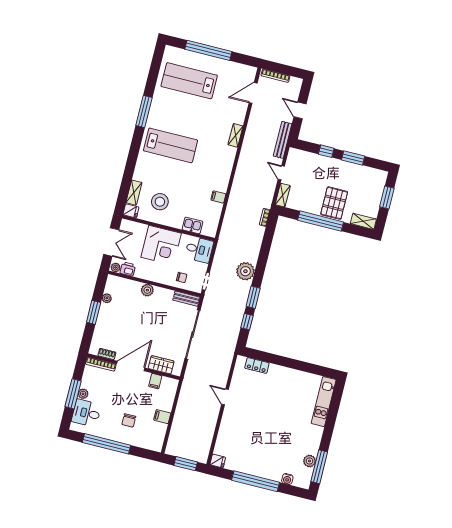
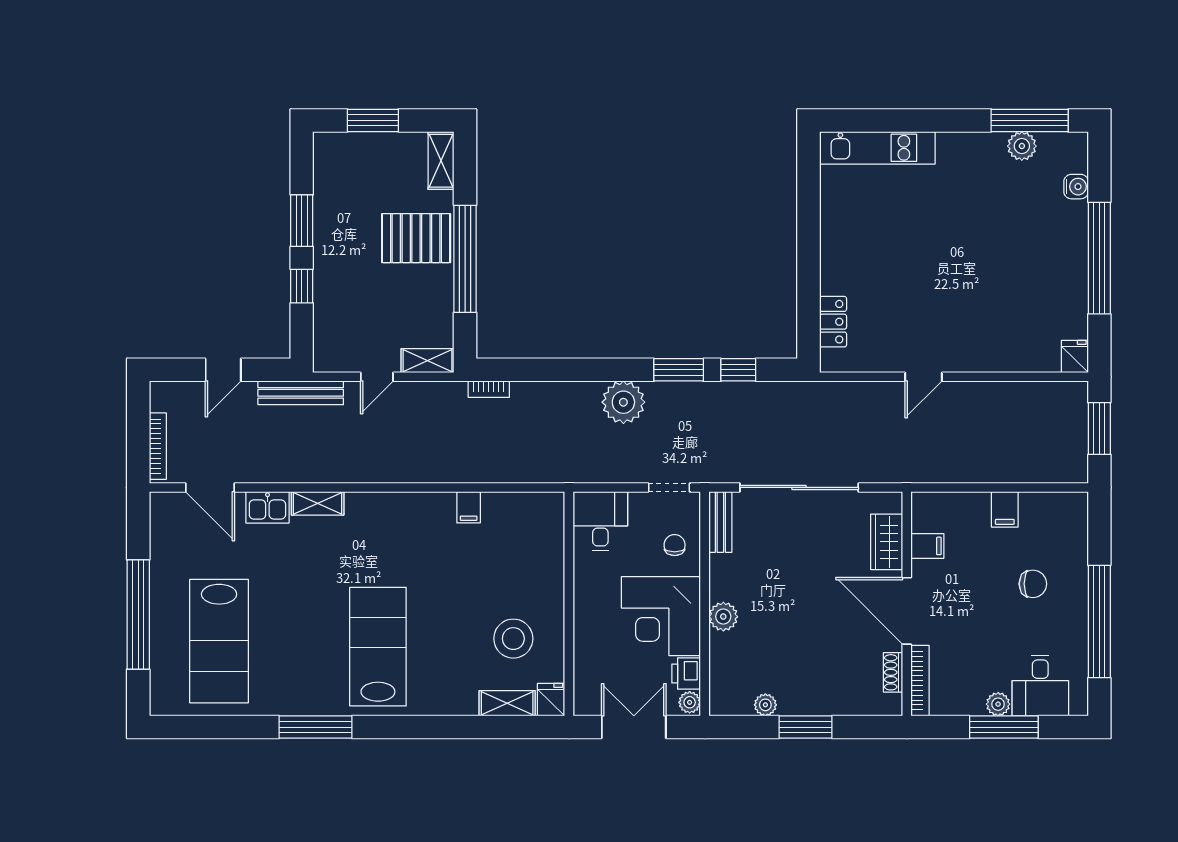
kitchen sink: (192, 225) -> (267, 507), moved, turned -90
corner desk: (161, 245) -> (661, 616), moved, turned 180

